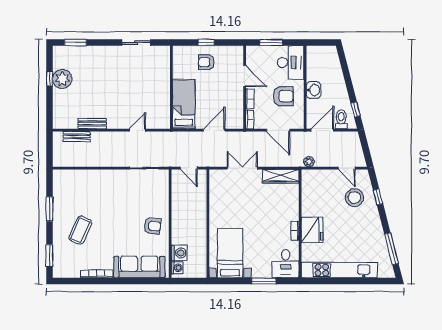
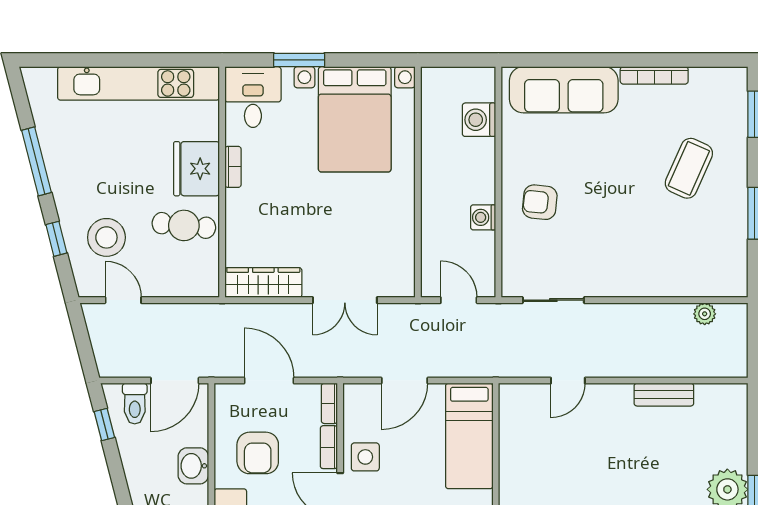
side table: (233, 94) -> (365, 457), added
armchair: (283, 96) -> (258, 453), turned -90
bench: (77, 137) -> (697, 367), removed
plant: (309, 162) -> (705, 314), moved
cafe table: (318, 203) -> (184, 225), added
armchair: (152, 226) -> (540, 202), moved
window: (391, 249) -> (36, 161), moved
bed with nightstands: (230, 253) -> (355, 119), width x1.36
washing machine: (177, 268) -> (483, 217), moved

